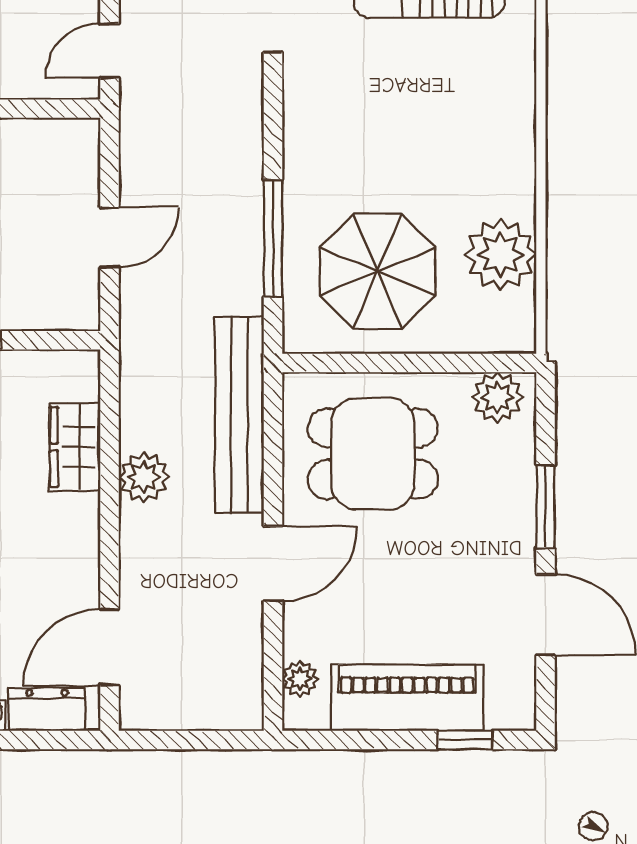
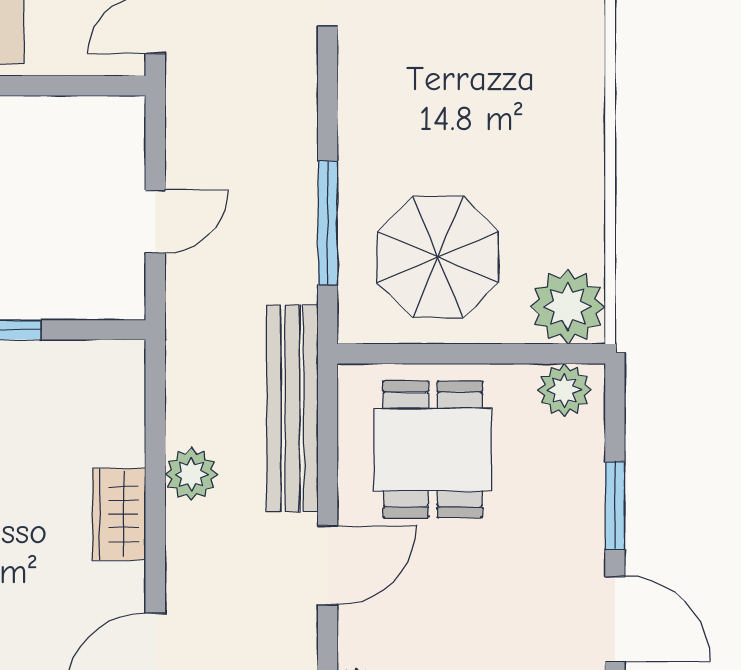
plant: (501, 254) -> (568, 306), moved
wardrobe: (75, 447) -> (119, 514), moved
dining table: (373, 454) -> (433, 449), turned 90

